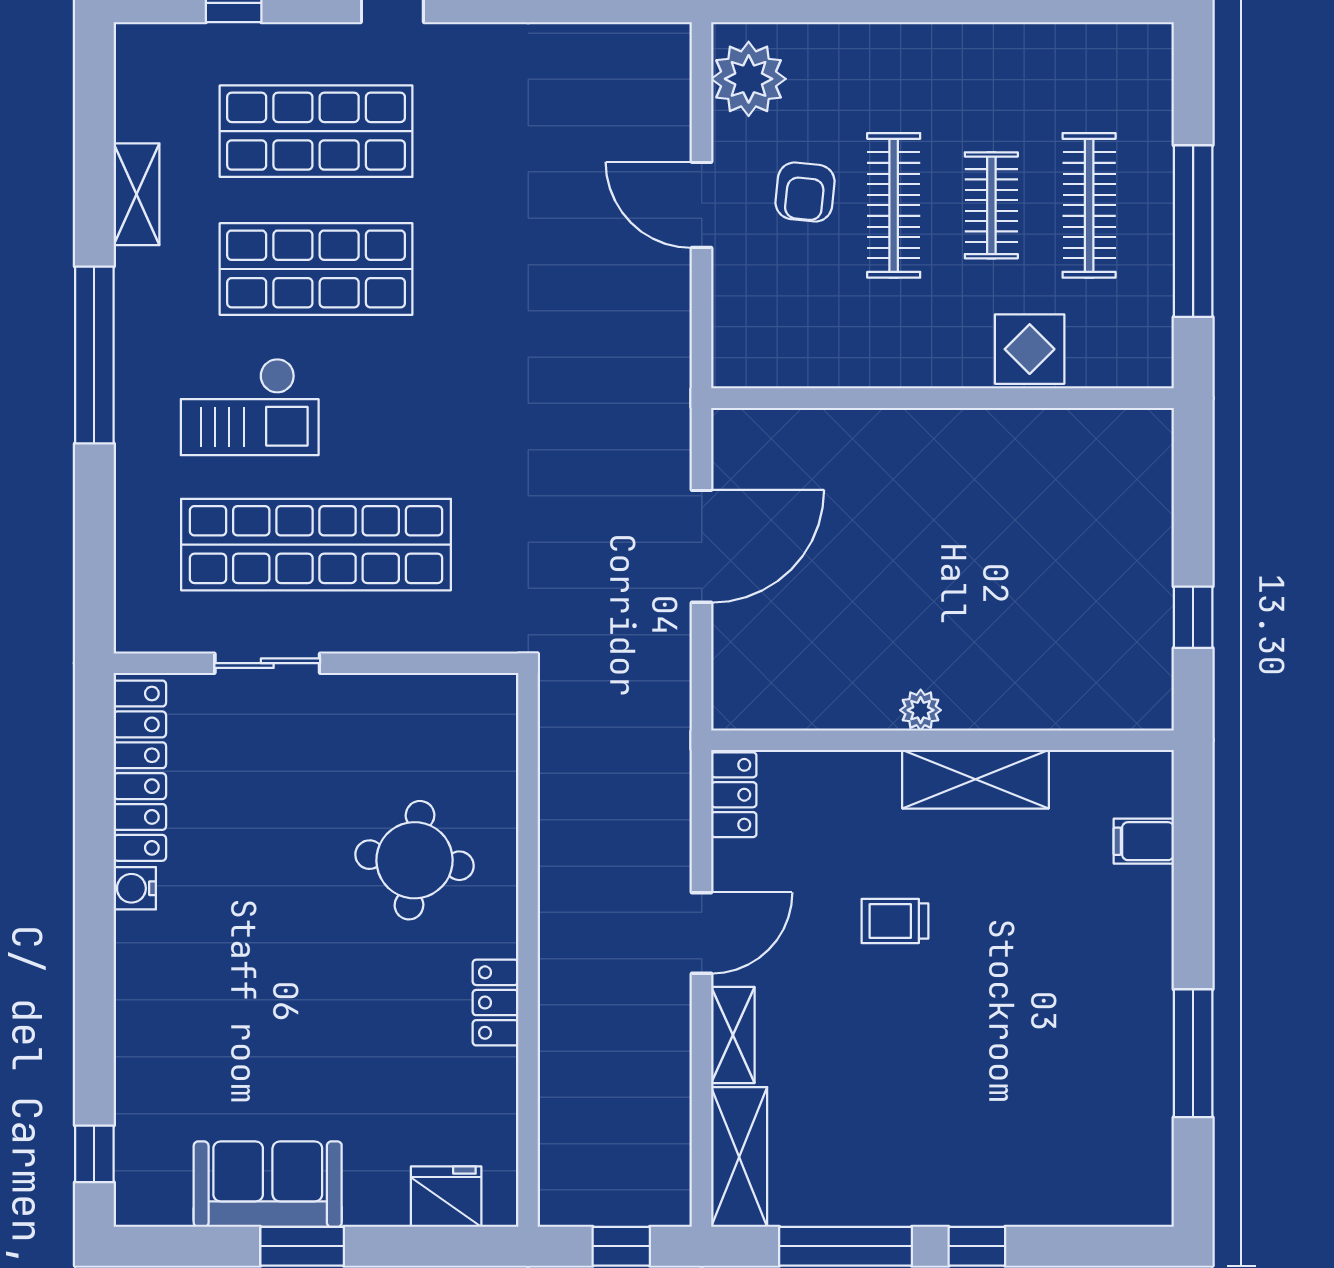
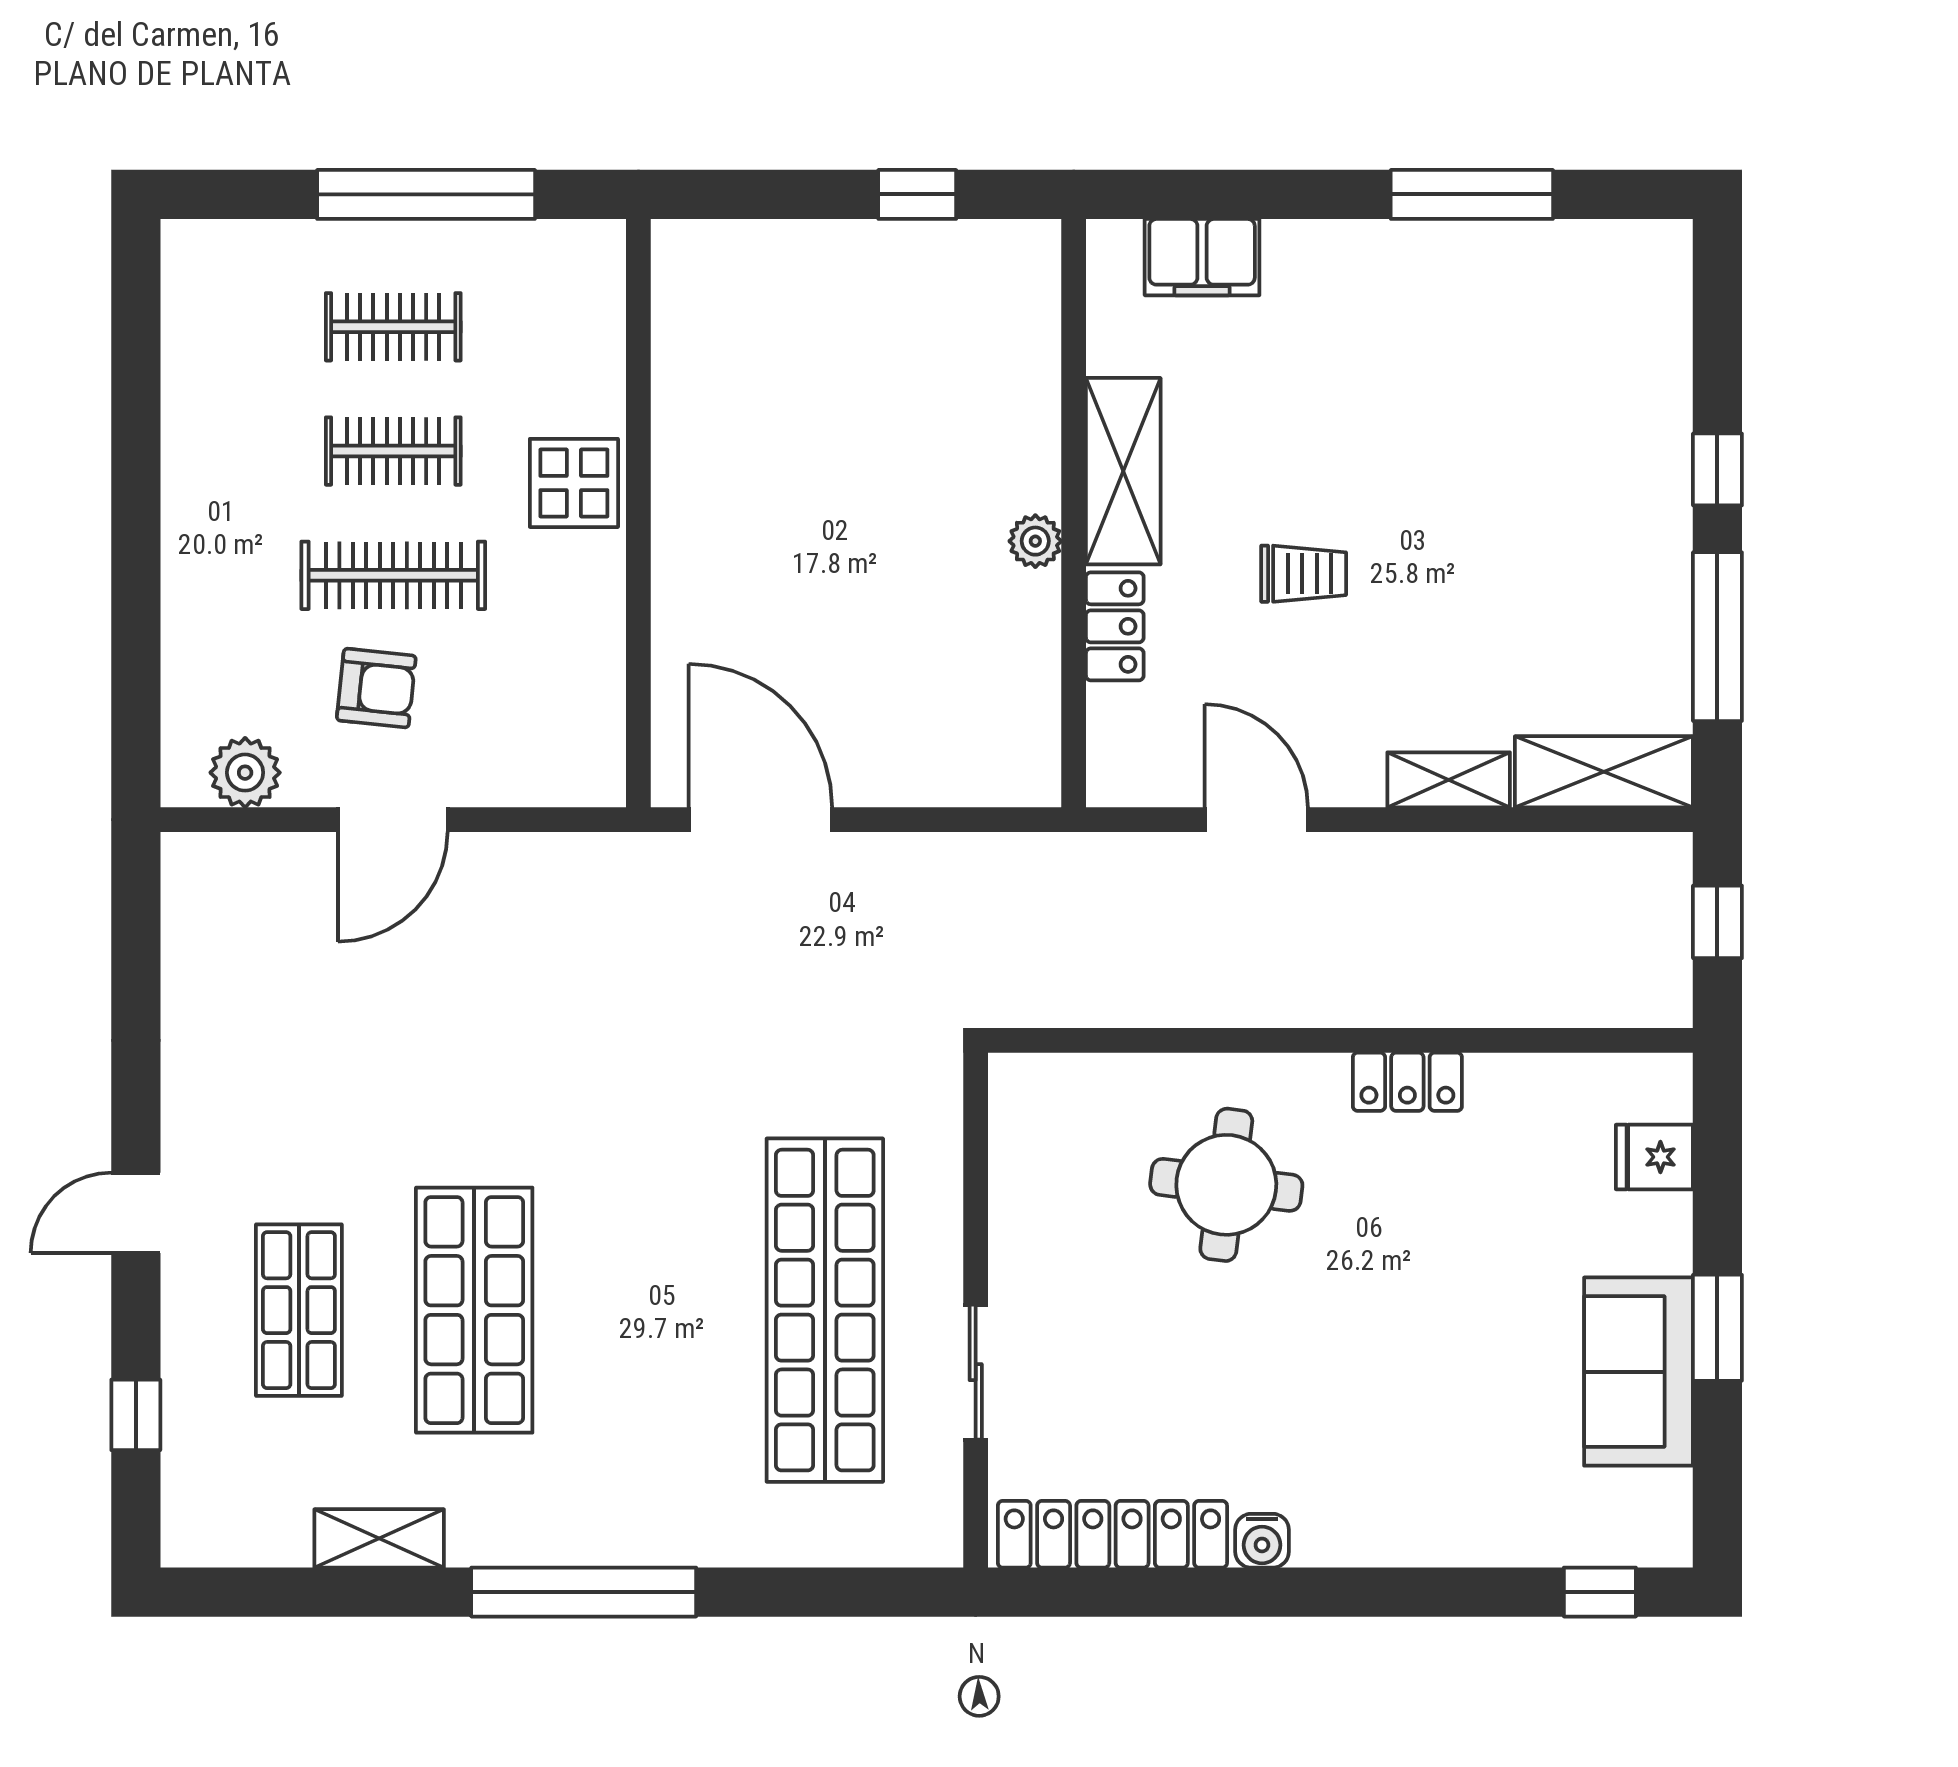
plant: (749, 79) -> (245, 773), width x0.73, depth x0.73
shop shelf: (316, 131) -> (299, 1310), width x0.70, depth x0.74
clothes rail: (1089, 205) -> (393, 327), width x0.73
display table: (1030, 349) -> (574, 483), moved
checkout: (250, 407) -> (650, 1395), removed
door: (702, 546) -> (760, 820), moved
locker: (734, 795) -> (1115, 626), moved, turned 90
filing cabinet: (1144, 841) -> (1202, 257), width x2.00
trolley: (895, 921) -> (1304, 574), turned -90
door: (702, 933) -> (1256, 820), moved
fridge: (446, 1197) -> (1654, 1157), width x0.72

